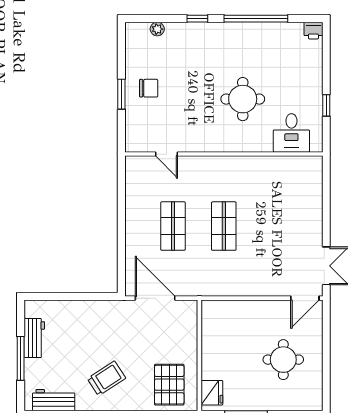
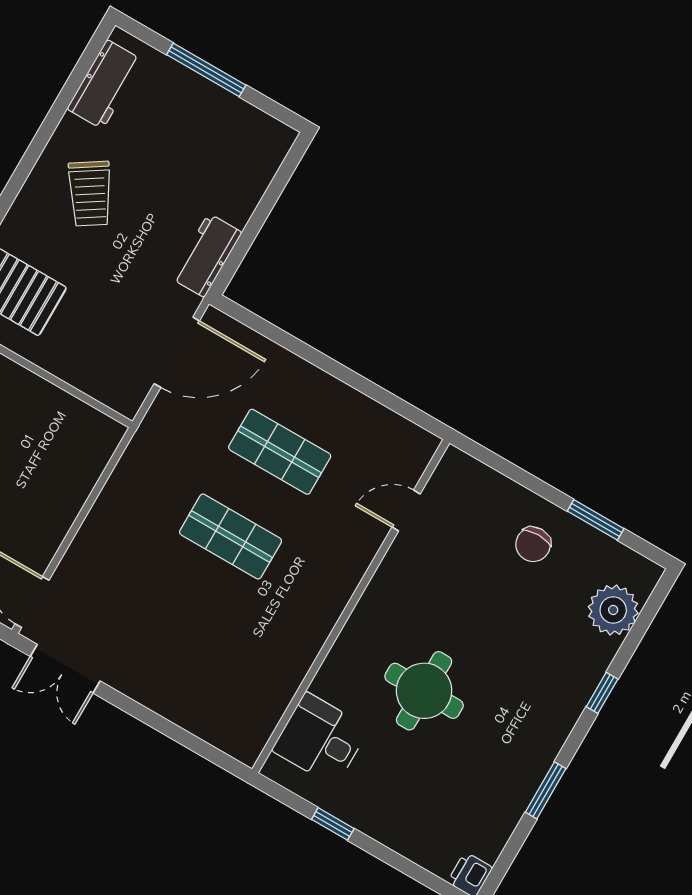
window: (256, 19) -> (546, 790), width x0.47
plant: (157, 29) -> (613, 610), width x1.87, depth x1.87
window: (121, 94) -> (596, 520), moved
workbench: (34, 338) -> (206, 255), moved, turned 90

